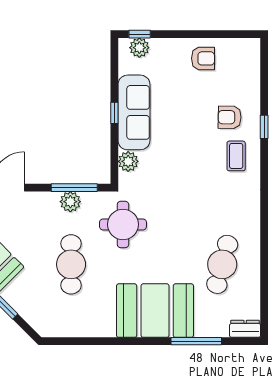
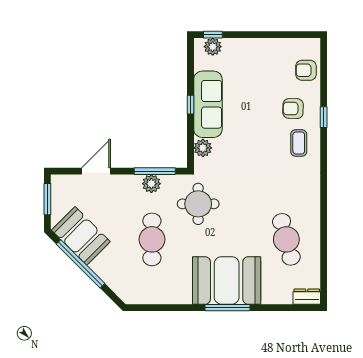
armchair: (203, 58) -> (306, 70), moved, turned 180
cafe table: (222, 264) -> (286, 239), turned -30
window: (196, 341) -> (228, 308), moved

